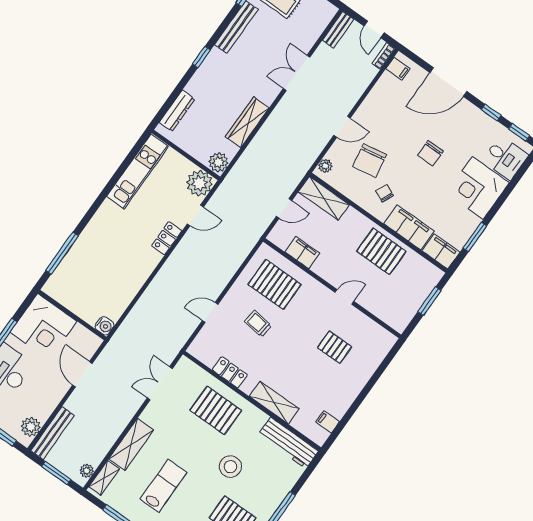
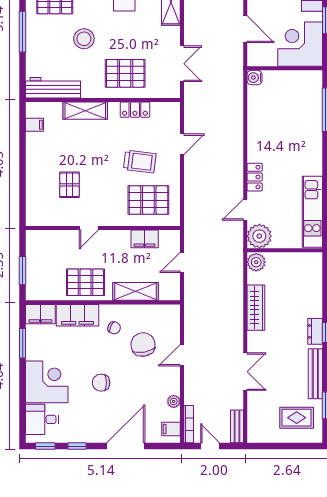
bookcase: (383, 56) -> (189, 424), width x1.56
dresser: (177, 111) -> (315, 331), moved, width x0.70
chair: (430, 153) -> (101, 383), turned -90
plant: (325, 166) -> (174, 401), moved
shelving: (324, 198) -> (136, 291), moved
trolley: (258, 324) -> (140, 162), width x1.36, depth x1.39
pallet: (335, 347) -> (69, 185), turned 90

